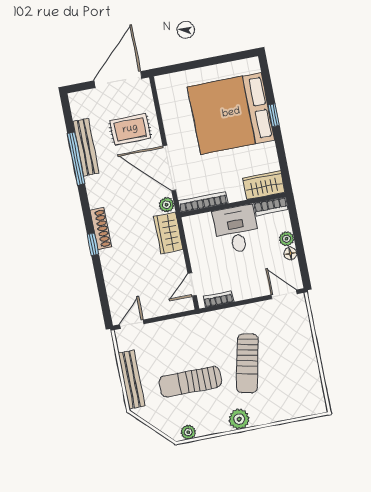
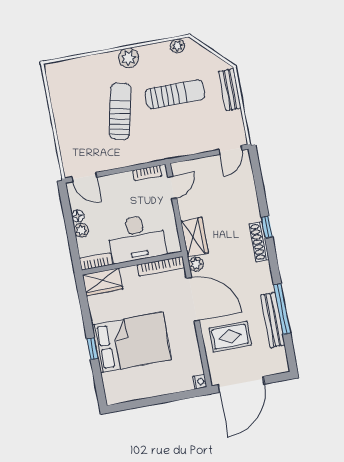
nightstand: (161, 82) -> (200, 382), added
bed: (231, 113) -> (132, 342), width x0.73
desk: (236, 229) -> (137, 238), width x1.37
bench: (132, 380) -> (230, 90), width x0.73

